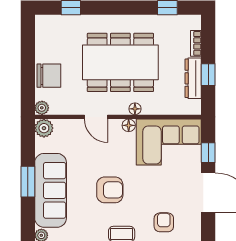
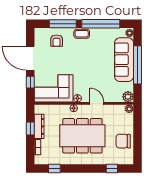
chair: (49, 76) -> (123, 141), moved
window: (28, 182) -> (138, 65), width x2.11
armchair: (110, 190) -> (89, 60), removed

